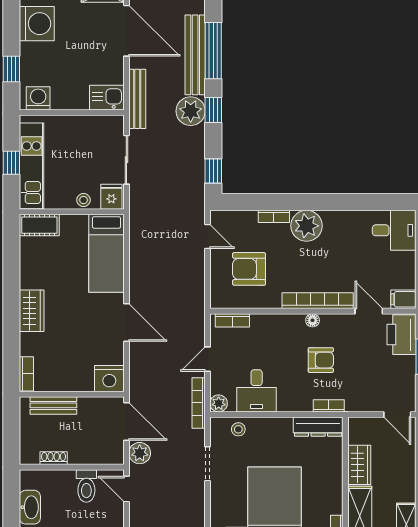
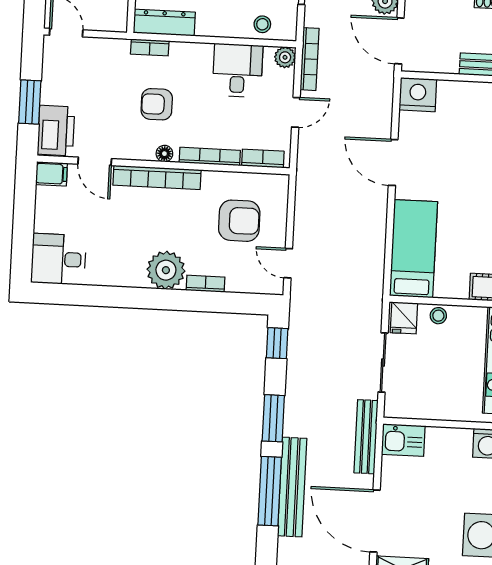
window: (213, 110) -> (273, 418), width x1.50
plant: (191, 111) -> (301, 418), removed
bookcase: (276, 320) -> (210, 156), added

